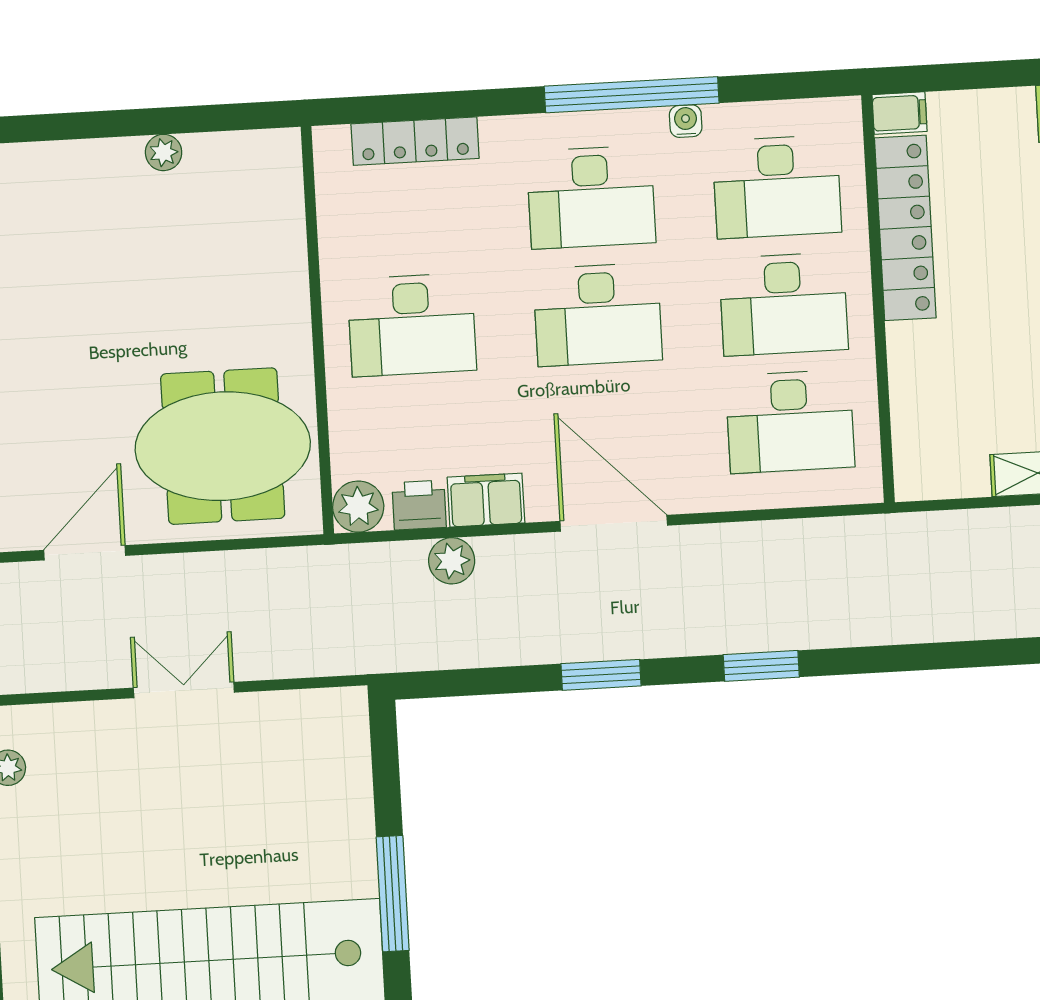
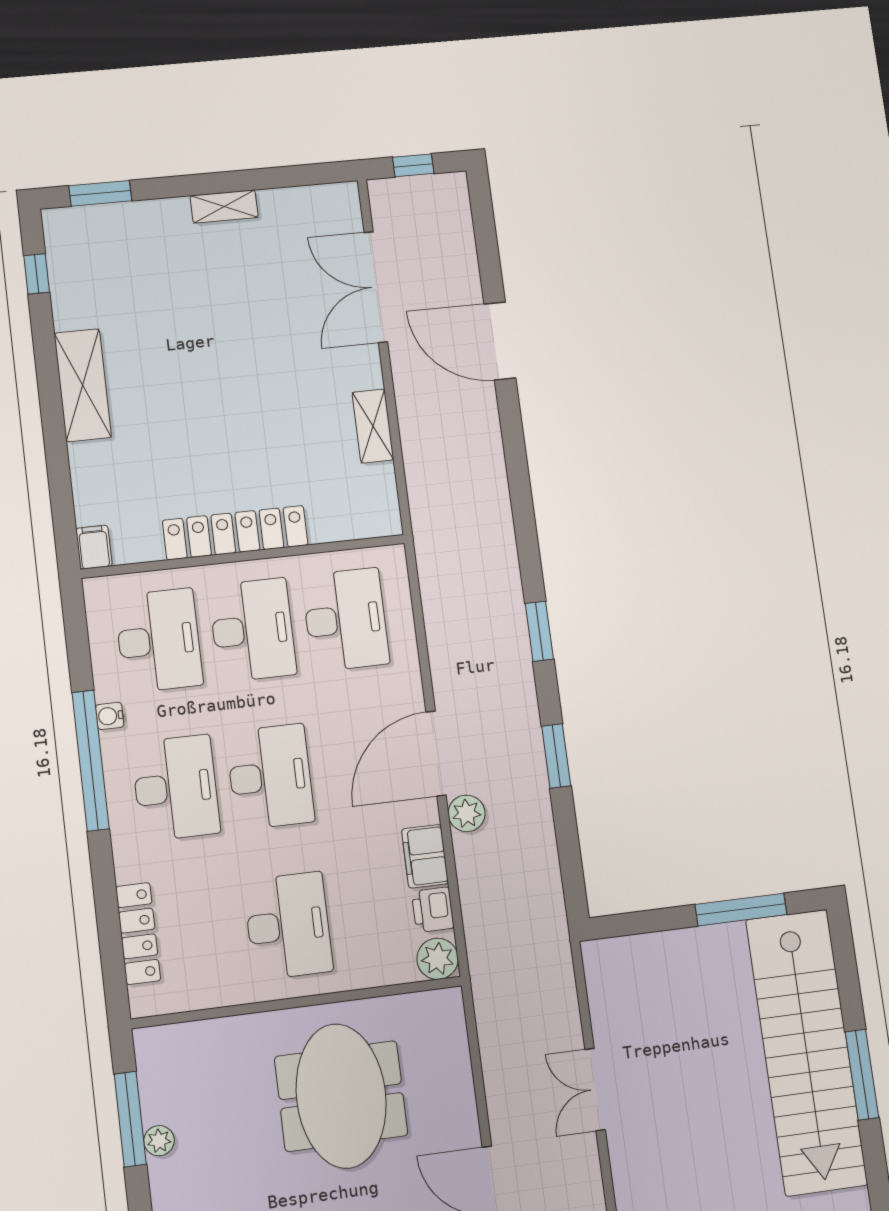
window: (192, 119) -> (130, 1119), added
locker: (905, 228) -> (235, 533), moved
meeting table: (223, 446) -> (341, 1096), moved
plant: (452, 561) -> (467, 813), moved

